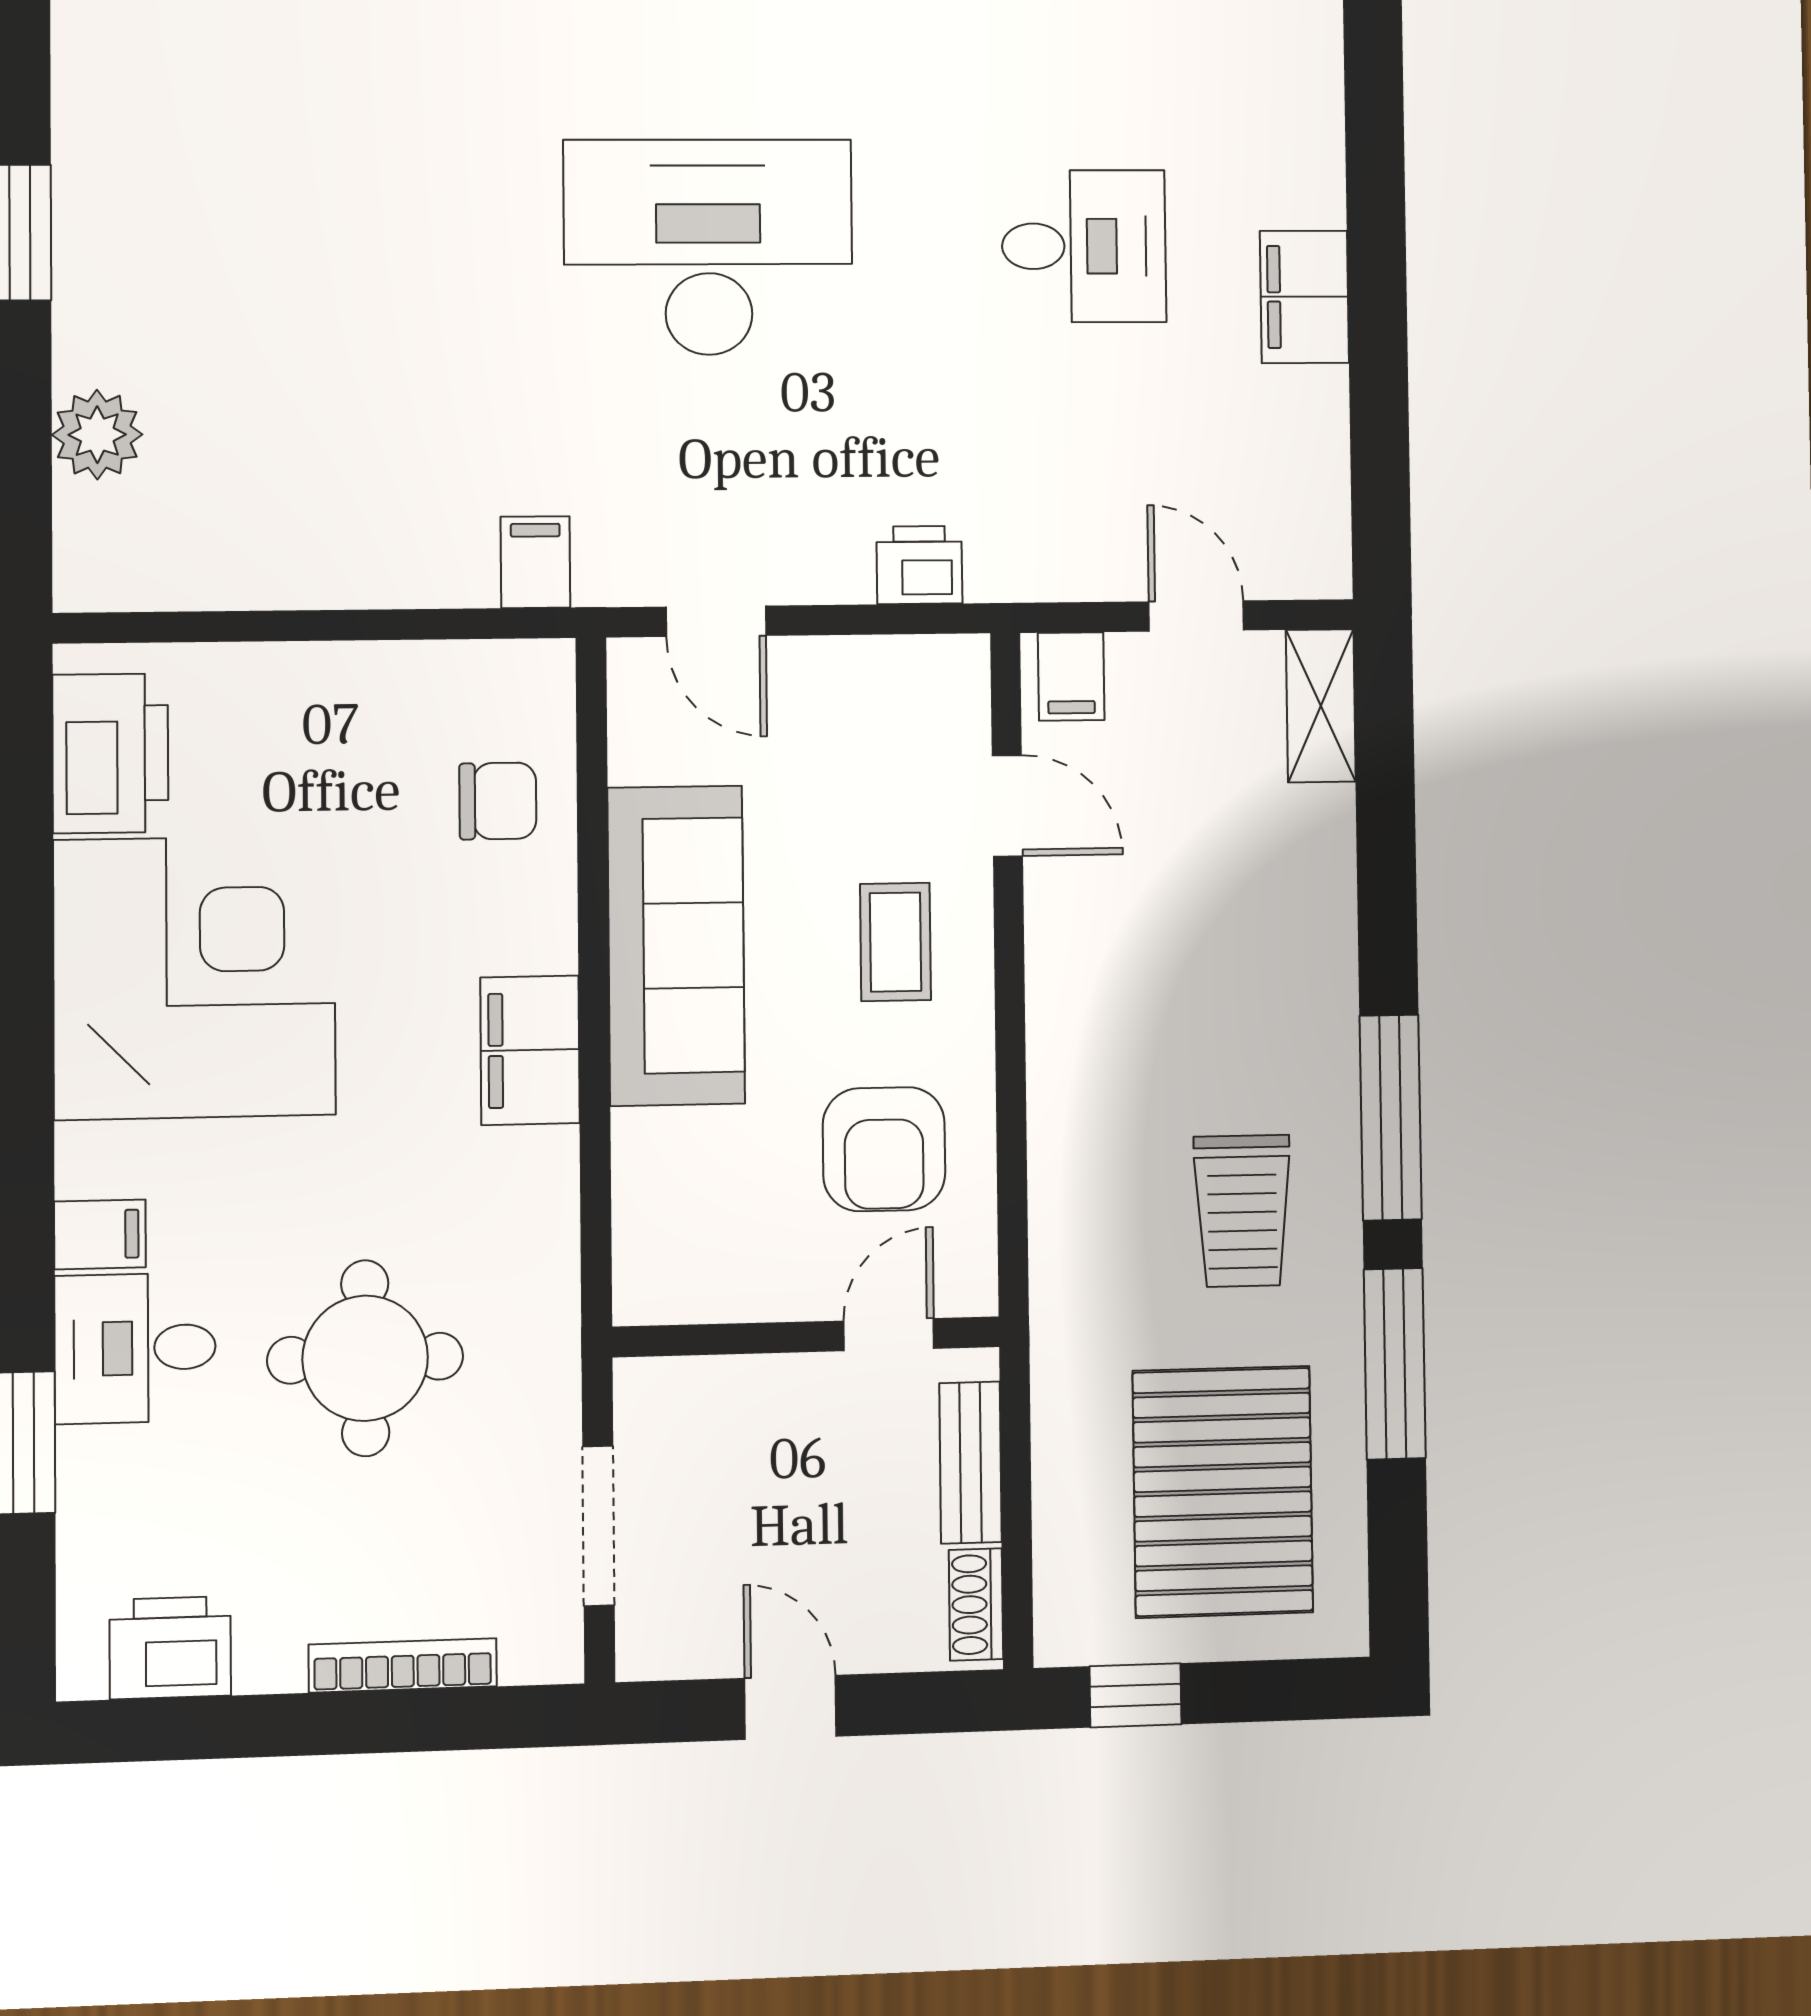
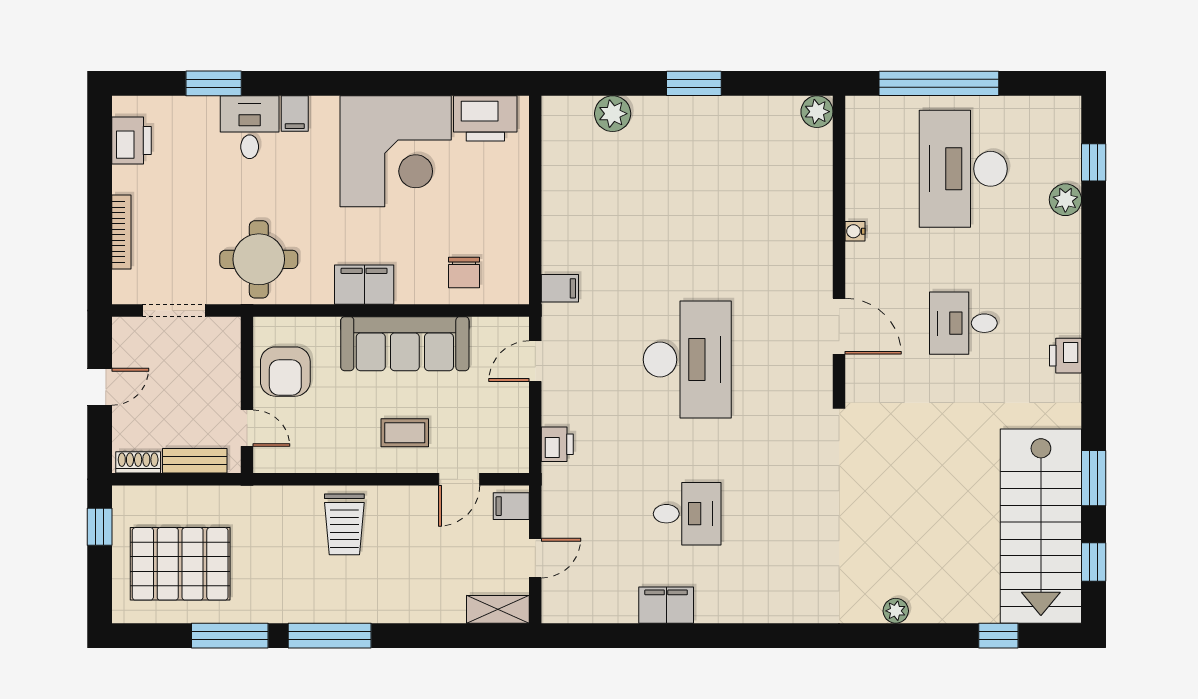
desk: (1084, 246) -> (687, 514), turned -90
armchair: (884, 1149) -> (285, 372), moved, turned -90
trolley: (1242, 1211) -> (344, 524), moved, turned -90
round table: (365, 1358) -> (259, 259), moved

